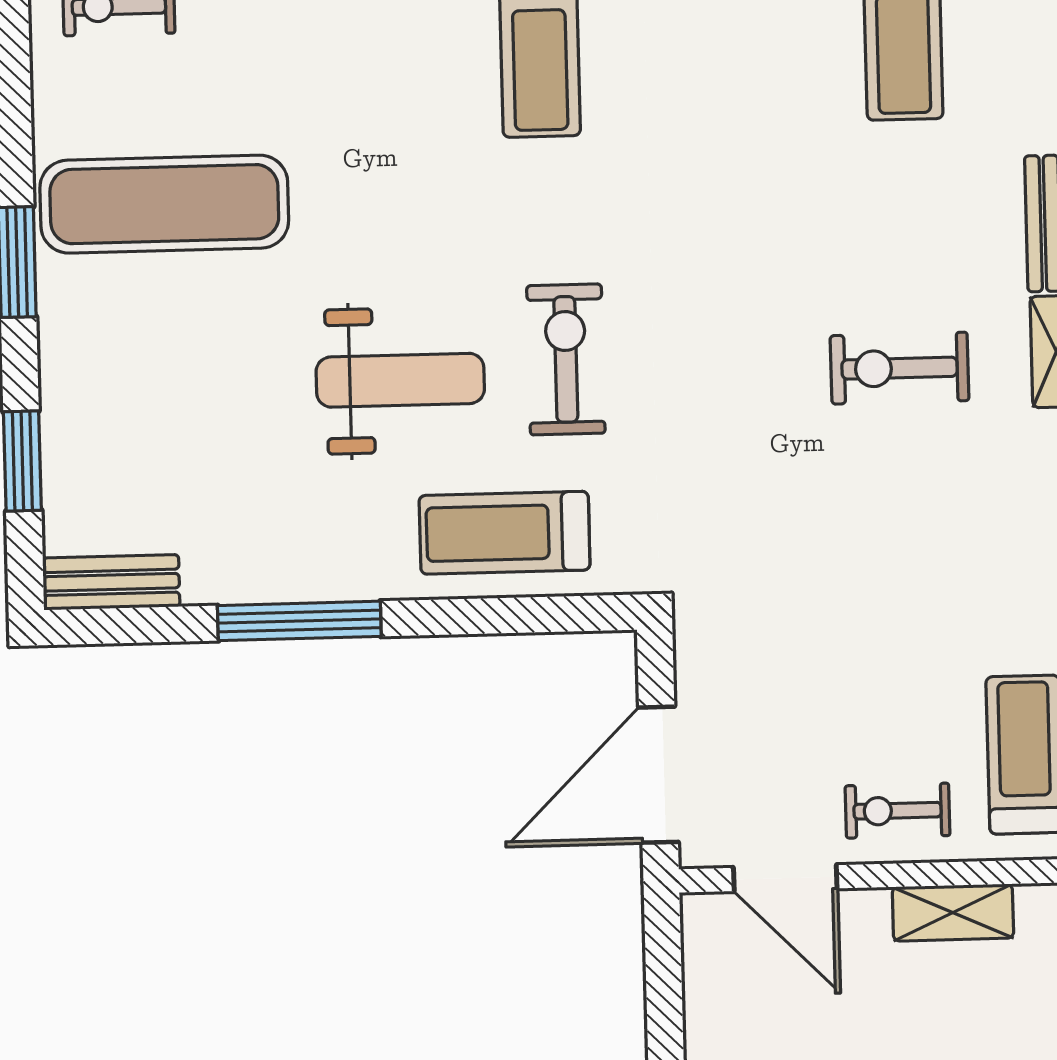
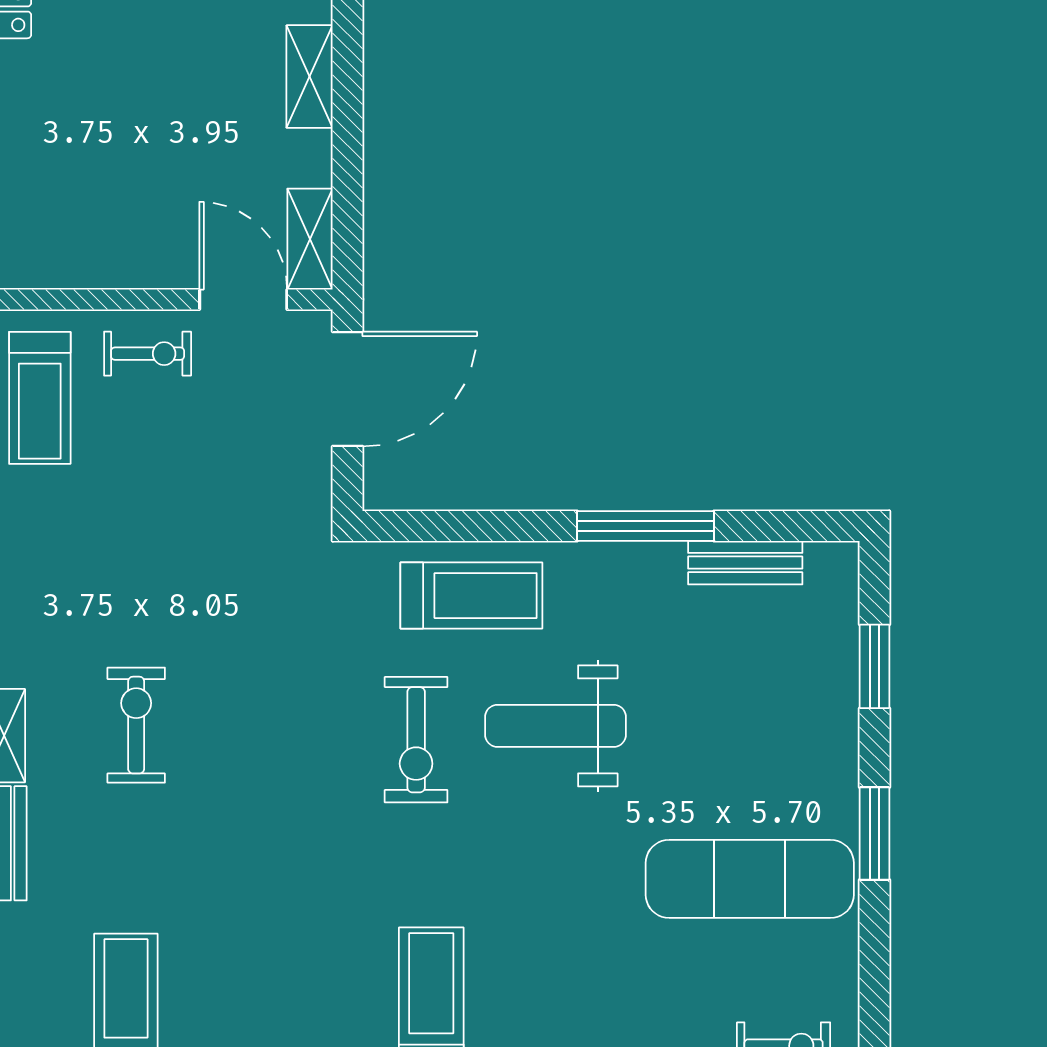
exercise bike: (900, 368) -> (136, 725), turned -90
bench: (111, 582) -> (745, 563), moved
shelving: (953, 913) -> (310, 239), moved, turned 90

